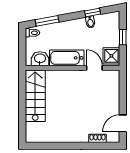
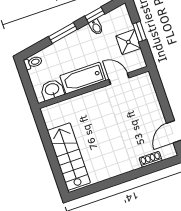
window: (47, 21) -> (63, 33), moved
shower: (111, 56) -> (128, 42), moved
stairs: (35, 96) -> (69, 157), moved

